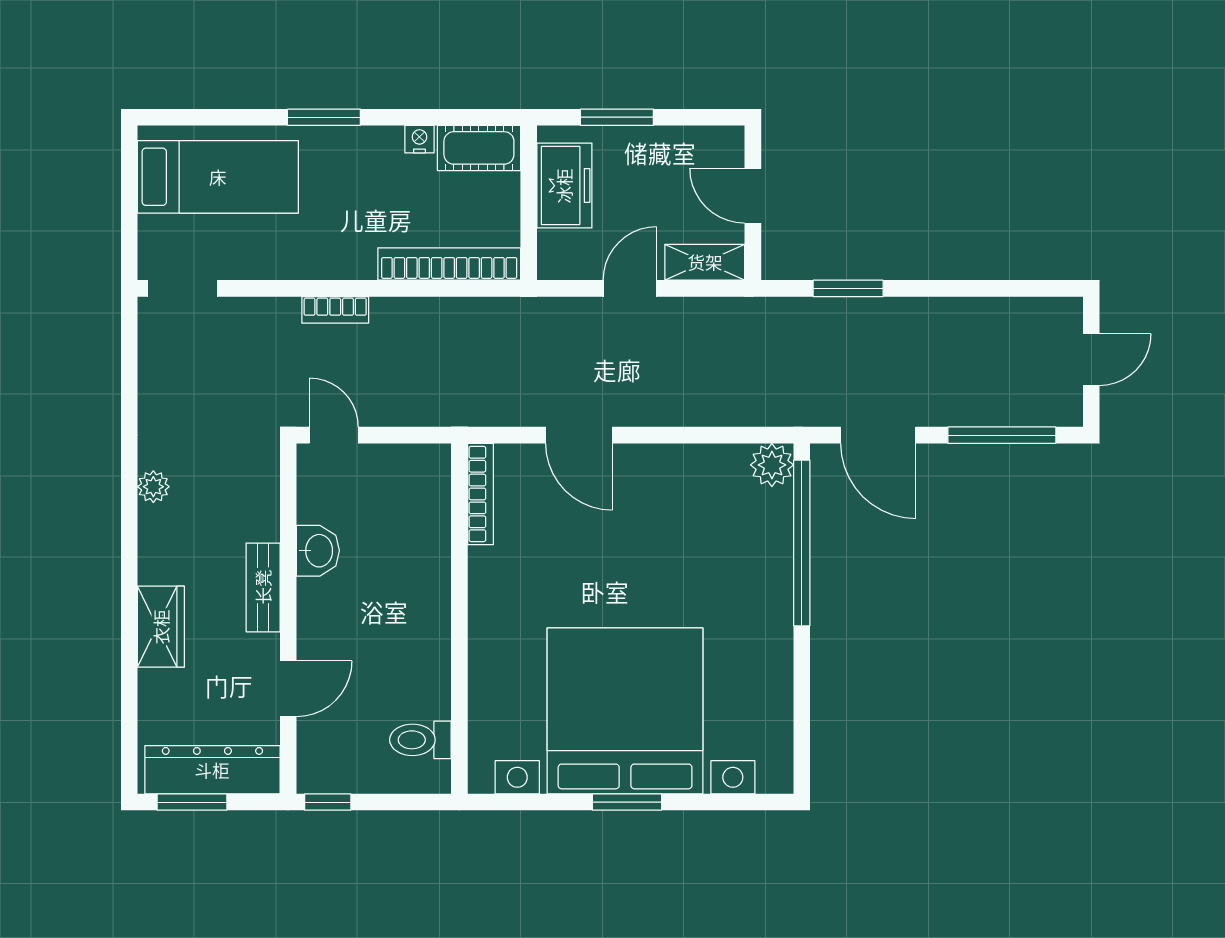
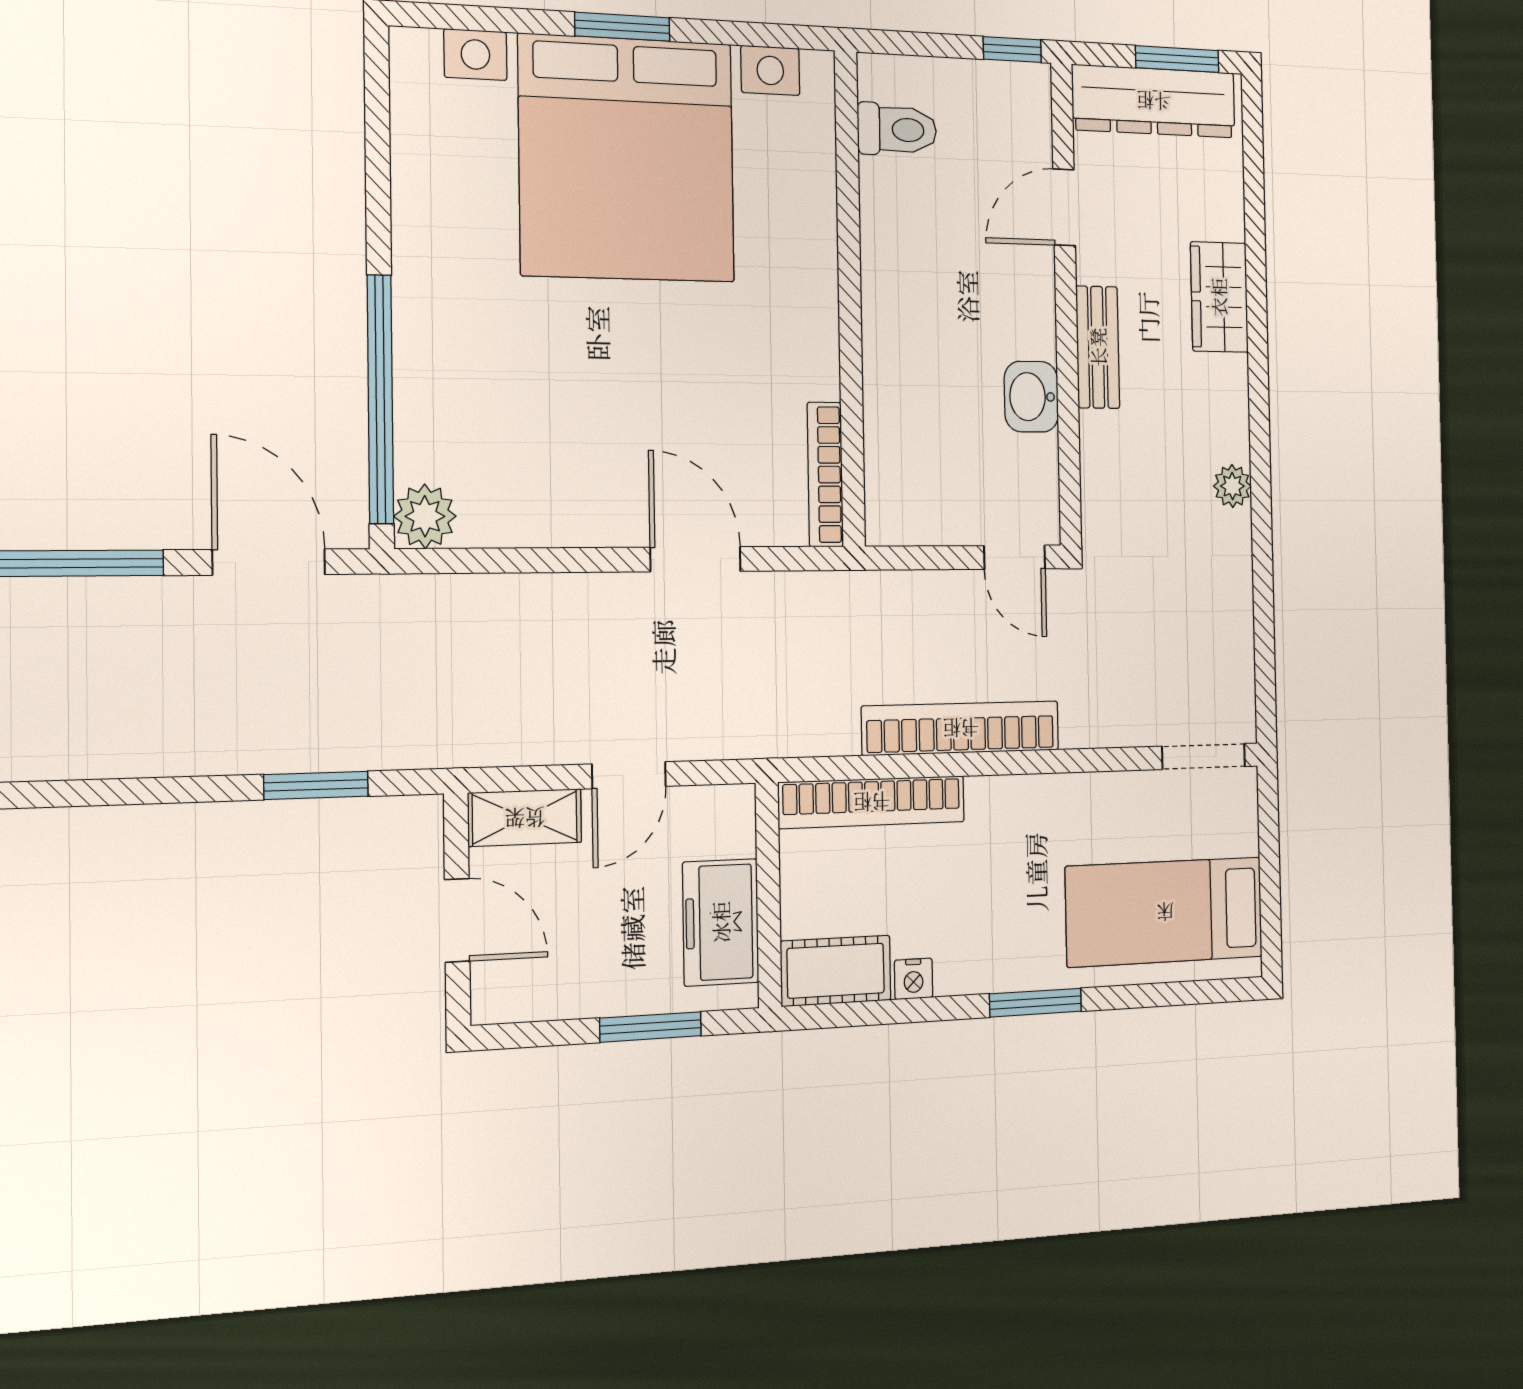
bookcase: (335, 310) -> (961, 728), width x2.31, depth x1.31

